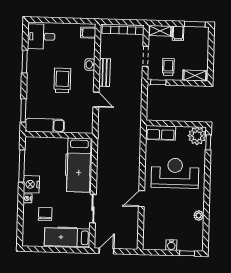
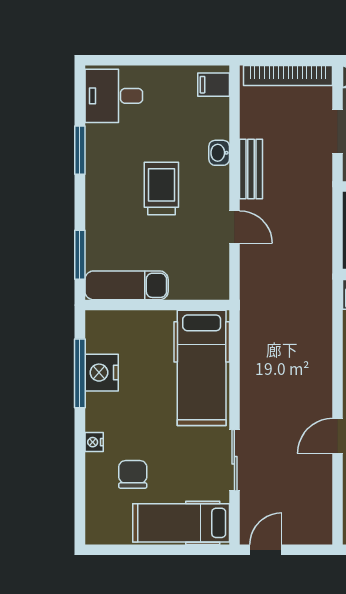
nightstand: (31, 184) -> (102, 373), moved

